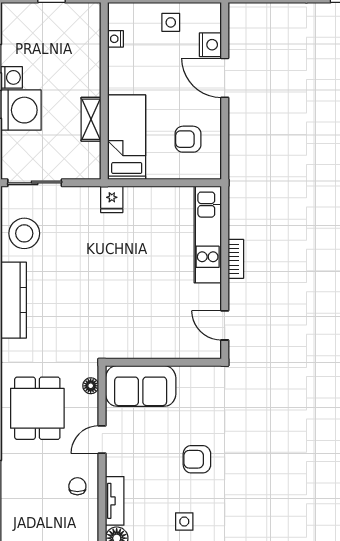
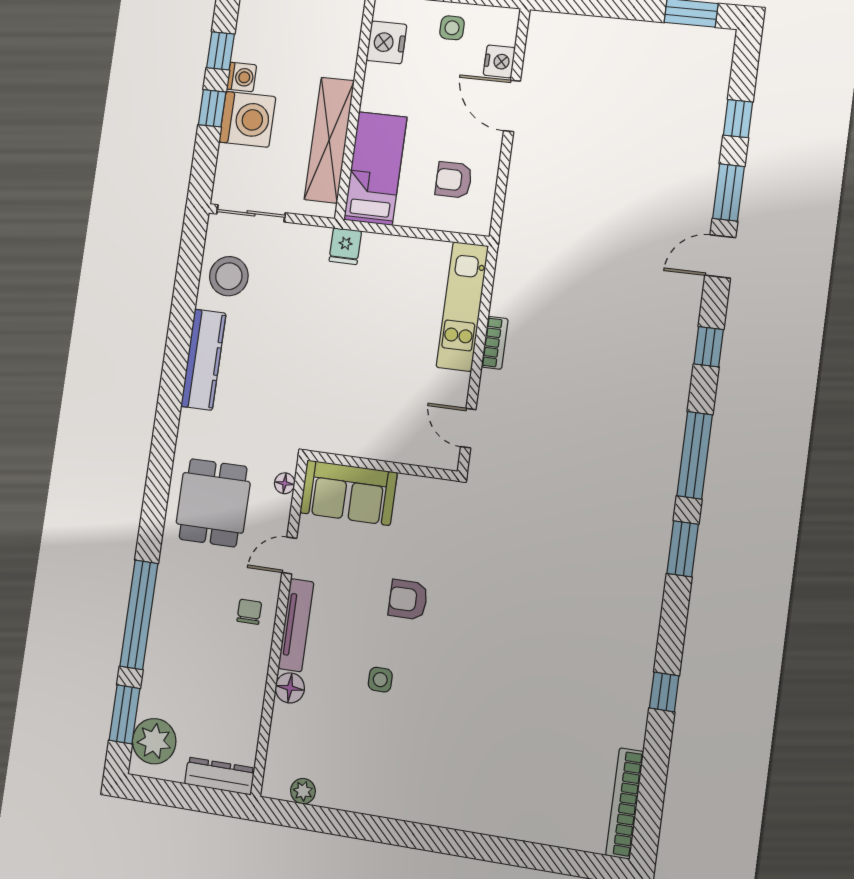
nightstand: (115, 39) -> (386, 42), width x1.89, depth x1.79
shelving: (91, 119) -> (329, 140), width x2.20, depth x1.33
tv unit: (115, 501) -> (296, 625), width x1.41

